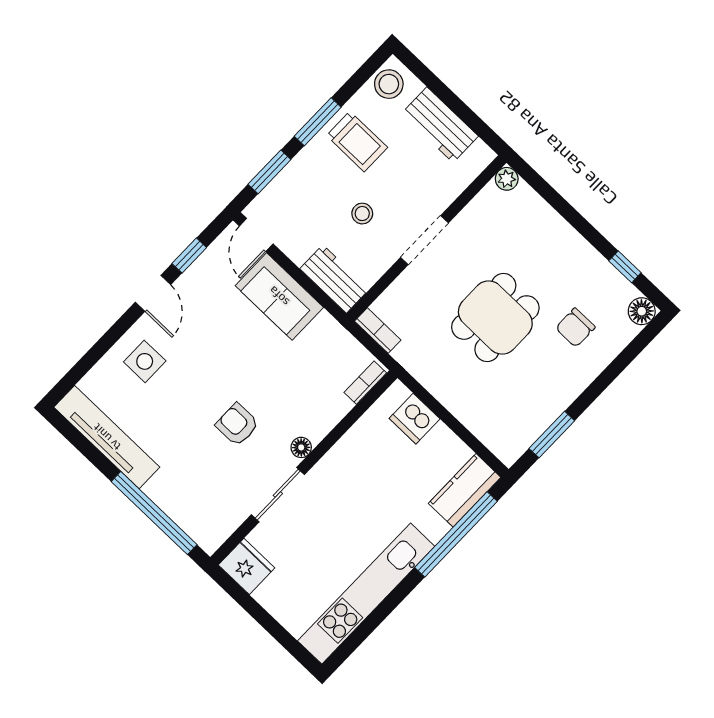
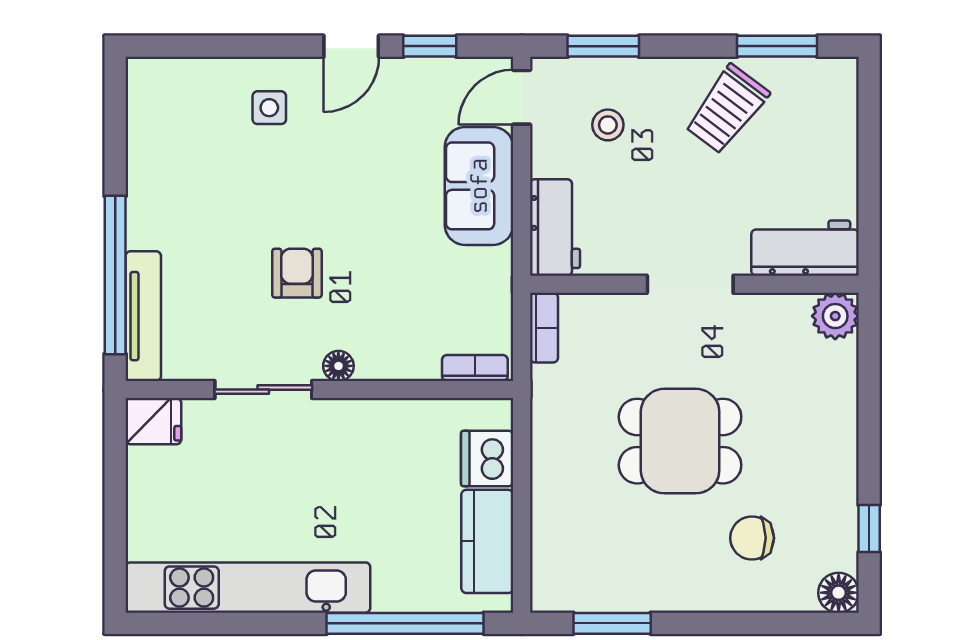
stool: (389, 84) -> (822, 84), removed
window: (318, 122) -> (777, 46), moved
workbench: (440, 125) -> (805, 248), moved, turned 90
trolley: (357, 142) -> (727, 109), turned 37
plant: (507, 179) -> (835, 316), width x1.38, depth x1.38
stool: (362, 214) -> (608, 125), moved
side table: (145, 361) -> (269, 108), width x0.73, depth x0.73
tv unit: (107, 437) -> (143, 316), moved, width x0.73, depth x0.78
kitchen counter: (465, 490) -> (487, 541), moved, turned -90
fridge: (247, 566) -> (153, 421), width x0.72

